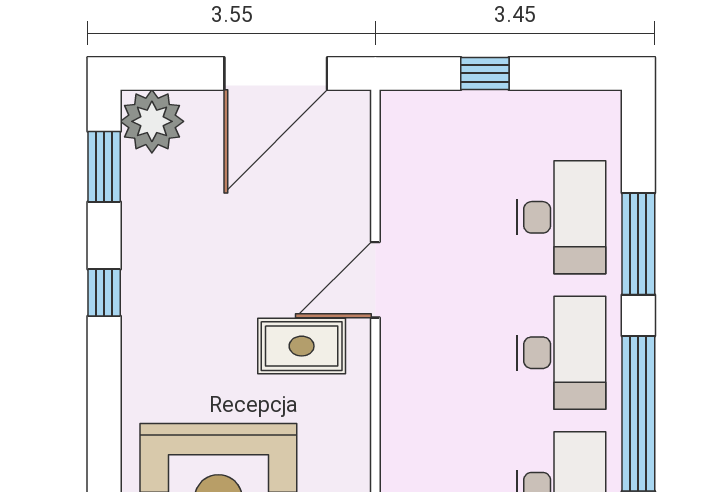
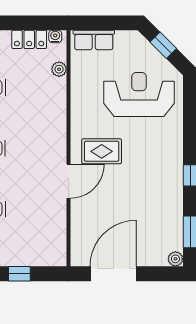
plant: (152, 121) -> (175, 259), width x0.53, depth x0.53

